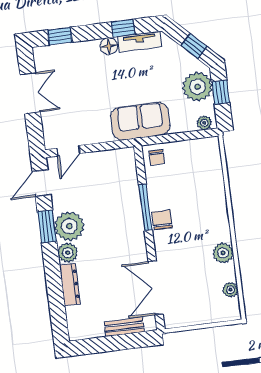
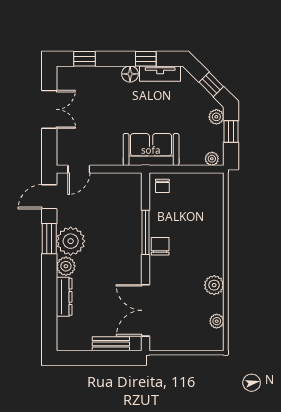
plant: (197, 87) -> (216, 117), width x0.53, depth x0.53

